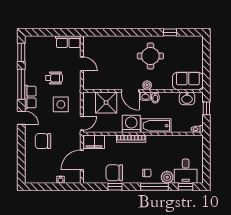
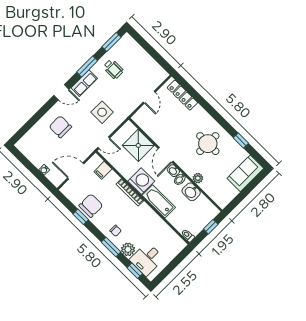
locker: (102, 41) -> (182, 95), added
row of seats: (68, 42) -> (156, 70), removed
wheelchair: (54, 78) -> (113, 69), moved
sofa: (188, 81) -> (245, 173), moved, turned -90
window: (21, 84) -> (87, 66), width x0.69
plant: (147, 85) -> (198, 178), moved
washbasin: (187, 98) -> (191, 192), moved
door: (21, 118) -> (61, 92), hinge flipped
filing cabinet: (94, 142) -> (103, 170), width x0.50
chair: (114, 173) -> (91, 206), turned 90
window: (154, 187) -> (111, 247), width x0.69

